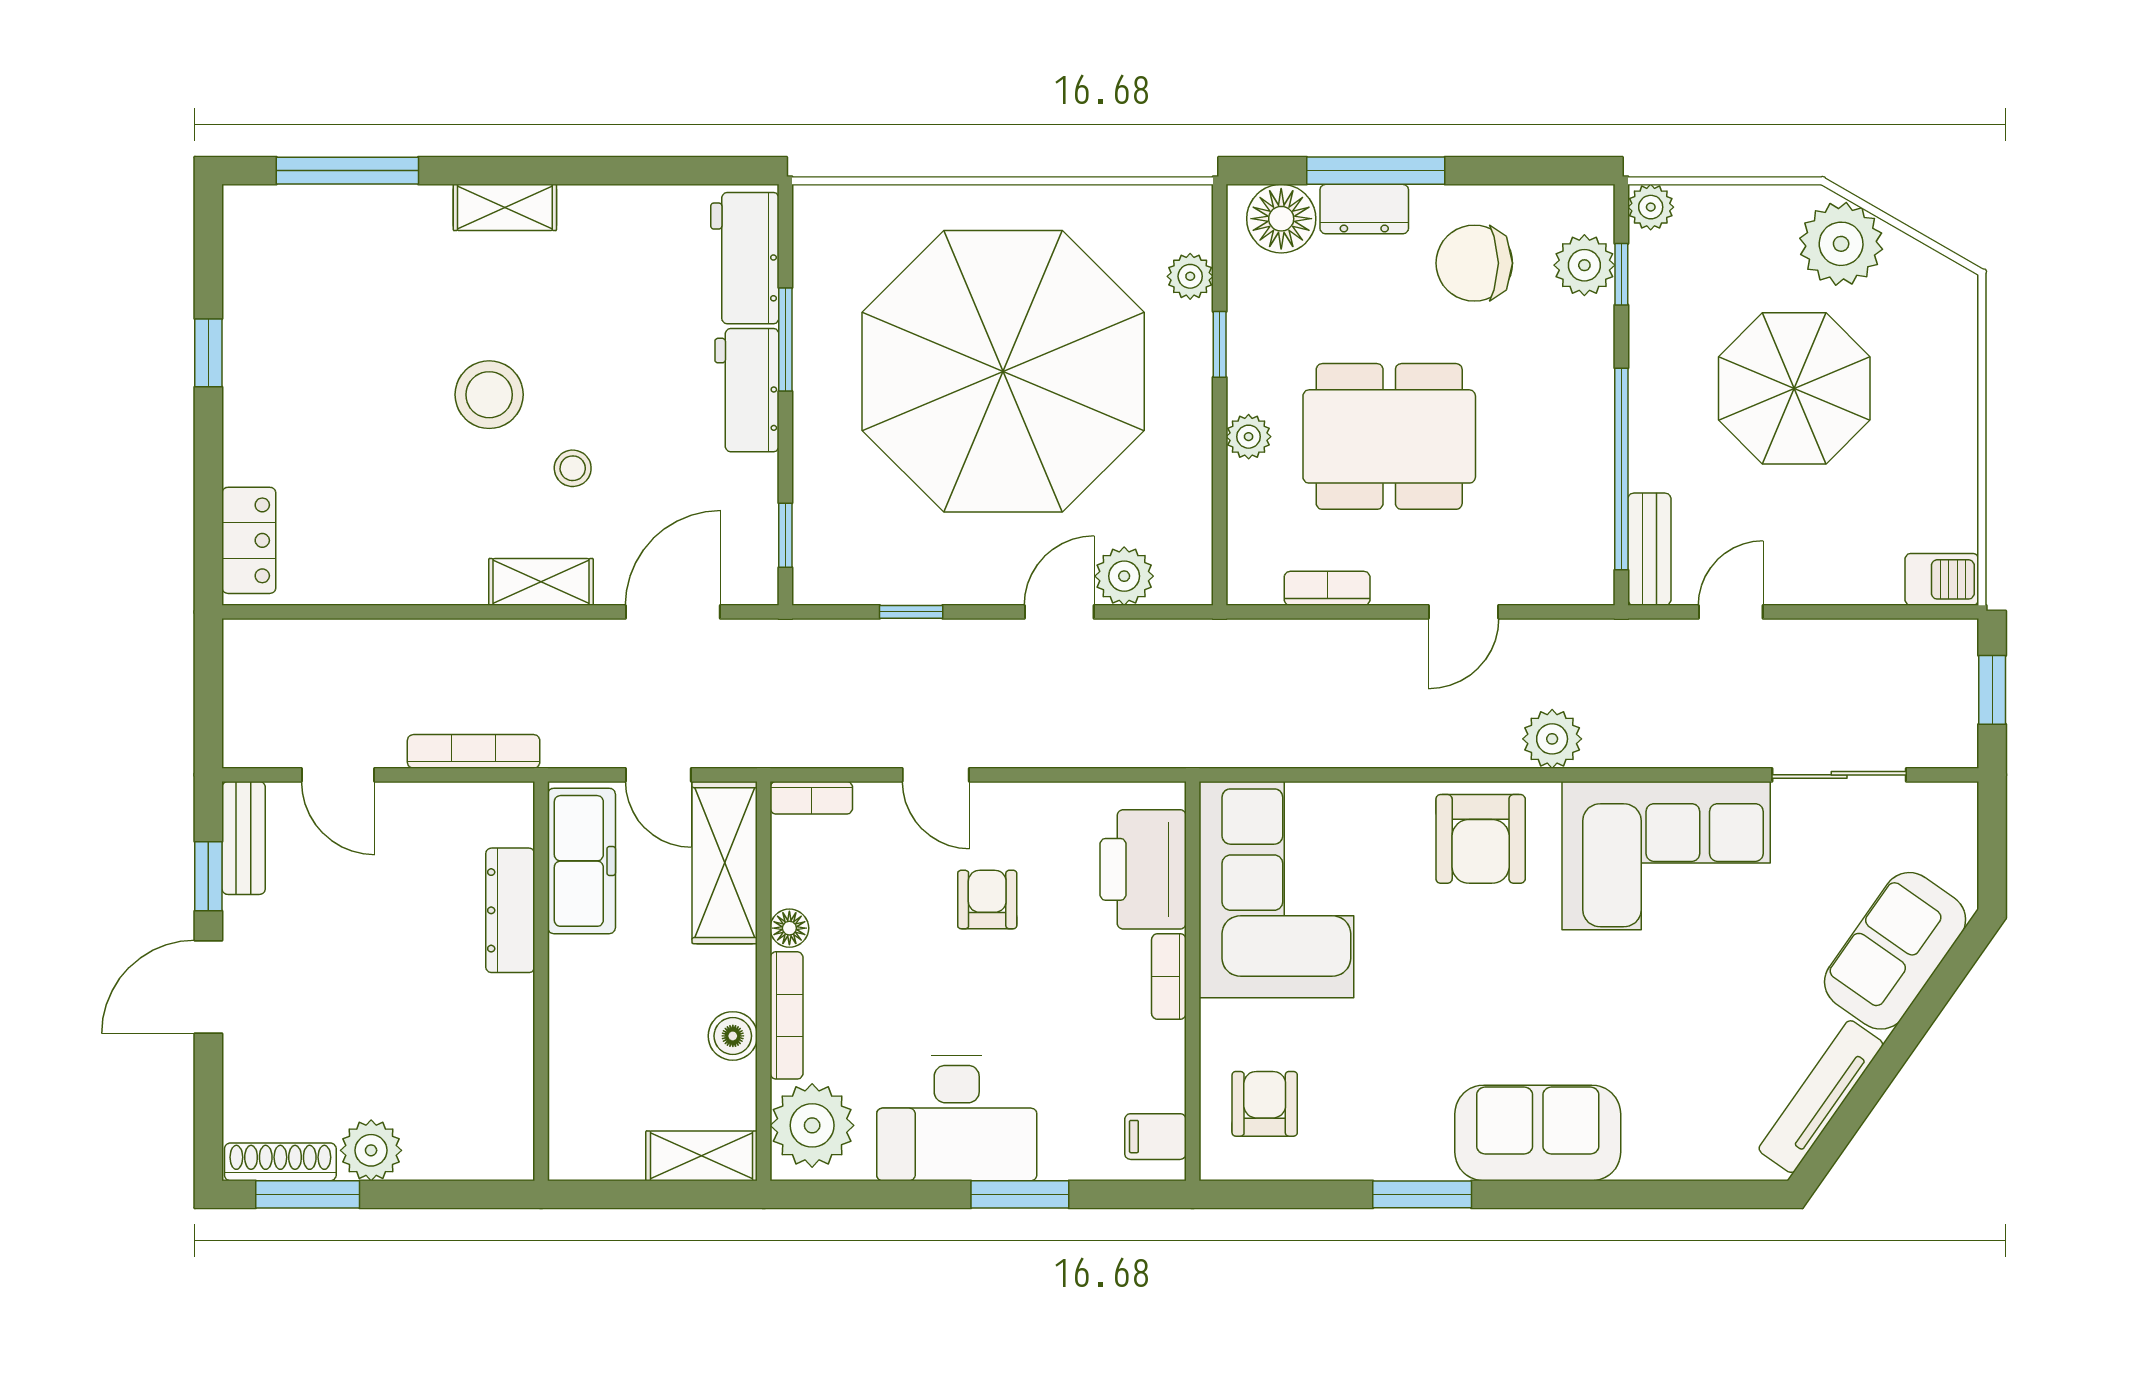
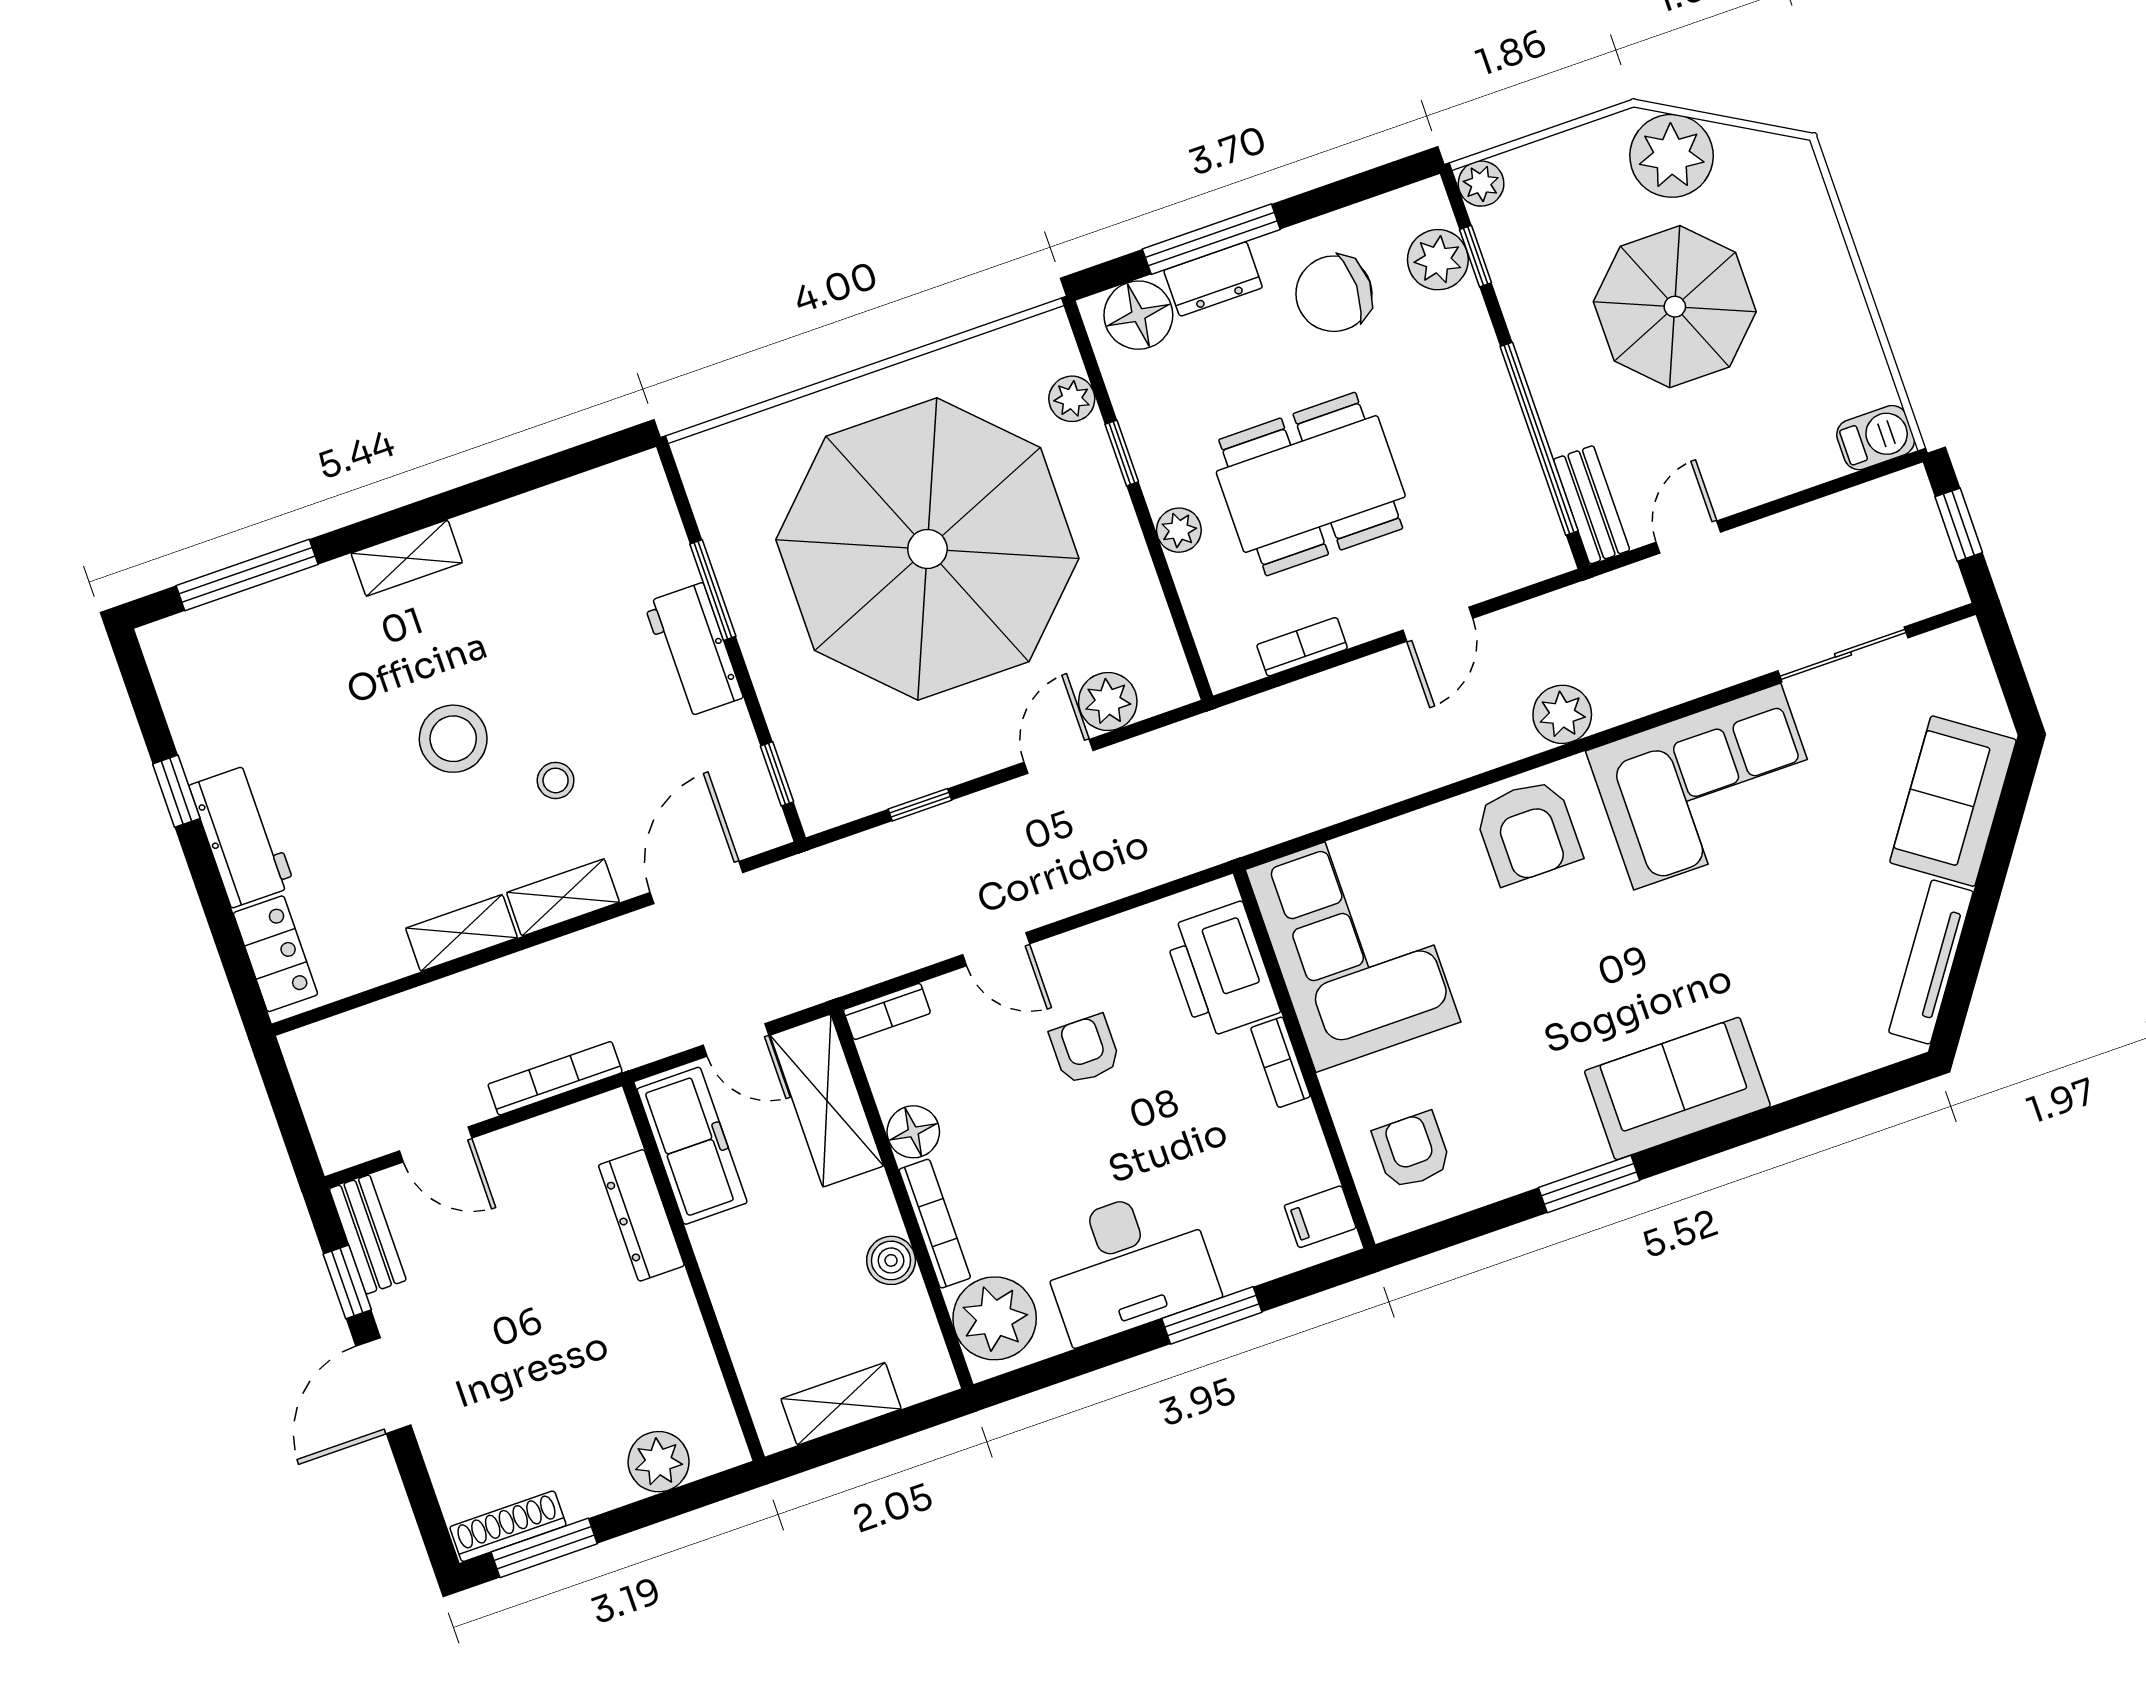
workbench: (745, 258) -> (242, 836), moved, turned 180
shelving: (433, 582) -> (461, 933), added
floor lamp: (789, 928) -> (913, 1132), width x1.37, depth x1.37
plant: (371, 1150) -> (659, 1462), moved
shelving: (702, 1156) -> (841, 1404), moved

